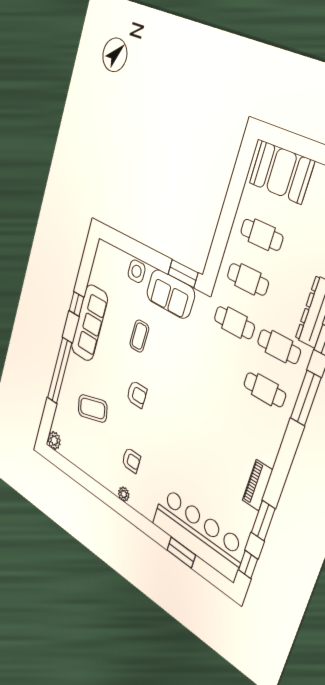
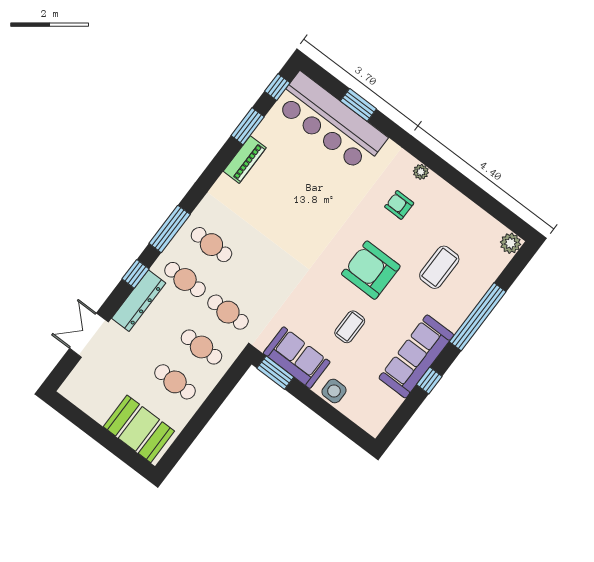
armchair: (137, 394) -> (371, 270), width x1.88, depth x1.88
coffee table: (93, 408) -> (439, 267), turned -75

